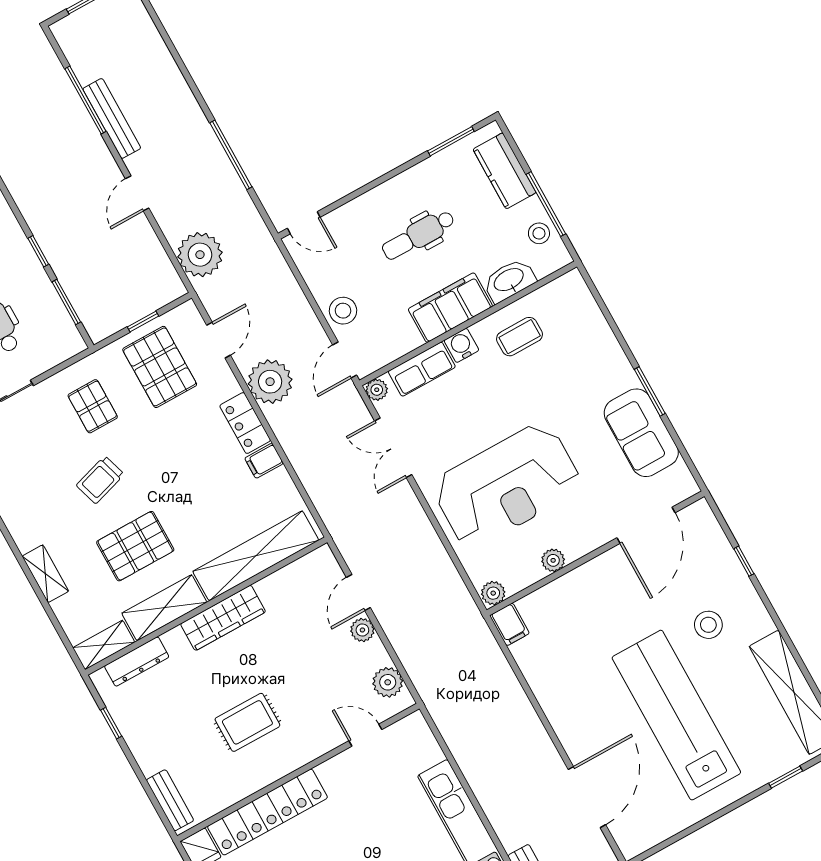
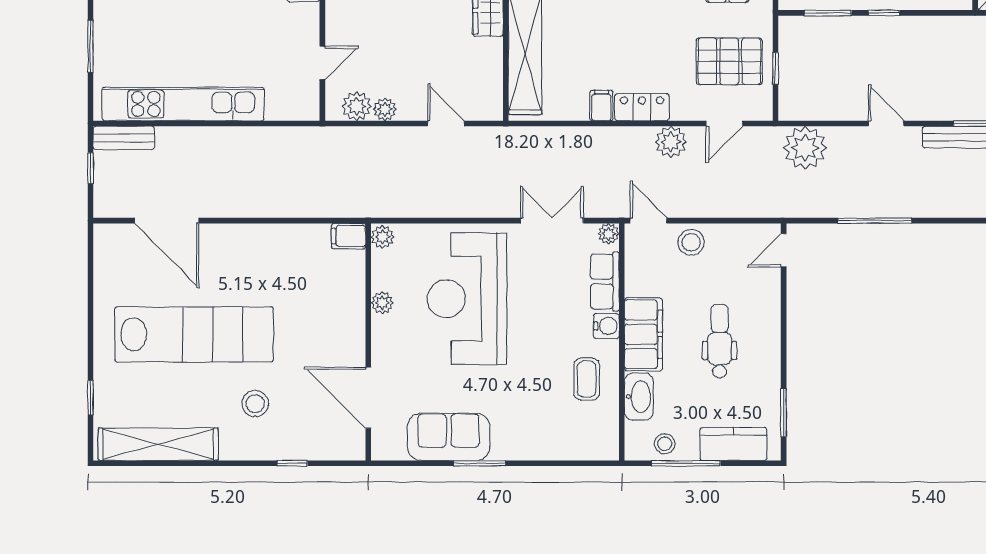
door: (219, 340) -> (724, 124), hinge flipped
plant: (270, 382) -> (671, 142), width x0.73, depth x0.73
plant: (362, 630) -> (385, 109), moved

